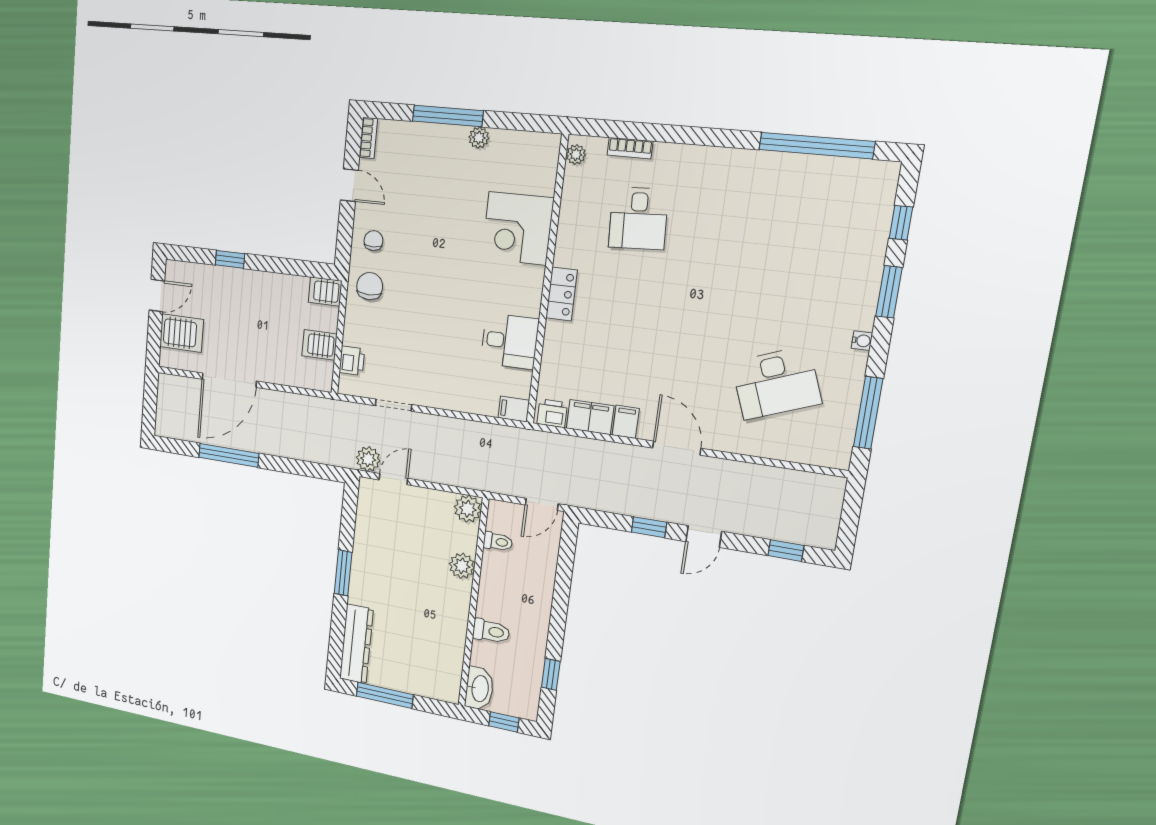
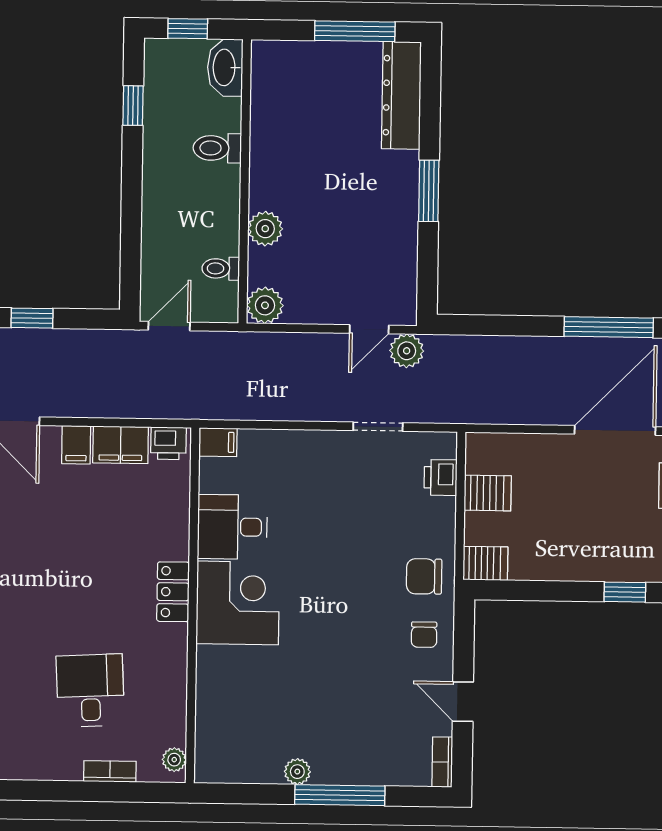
corner desk: (518, 228) -> (238, 603), moved
chair: (370, 286) -> (424, 576), turned 90

